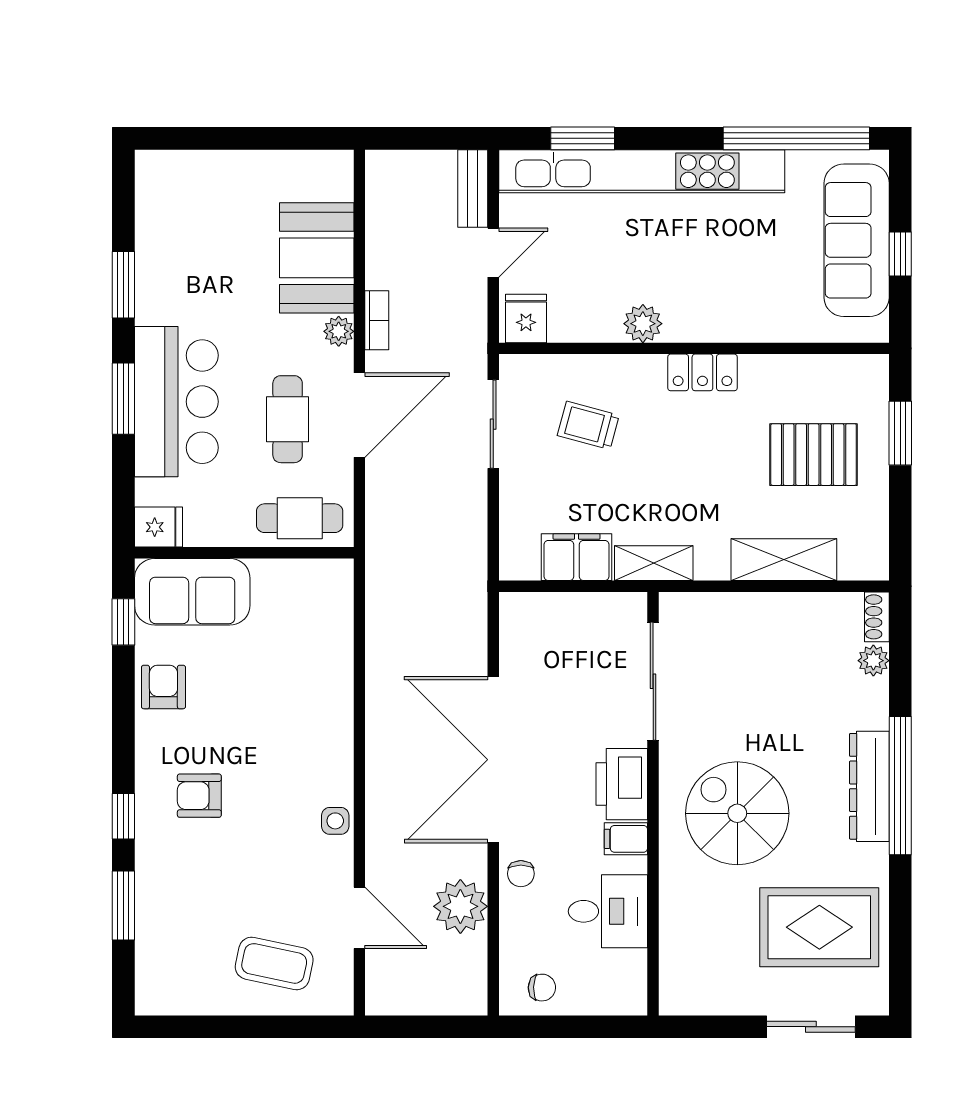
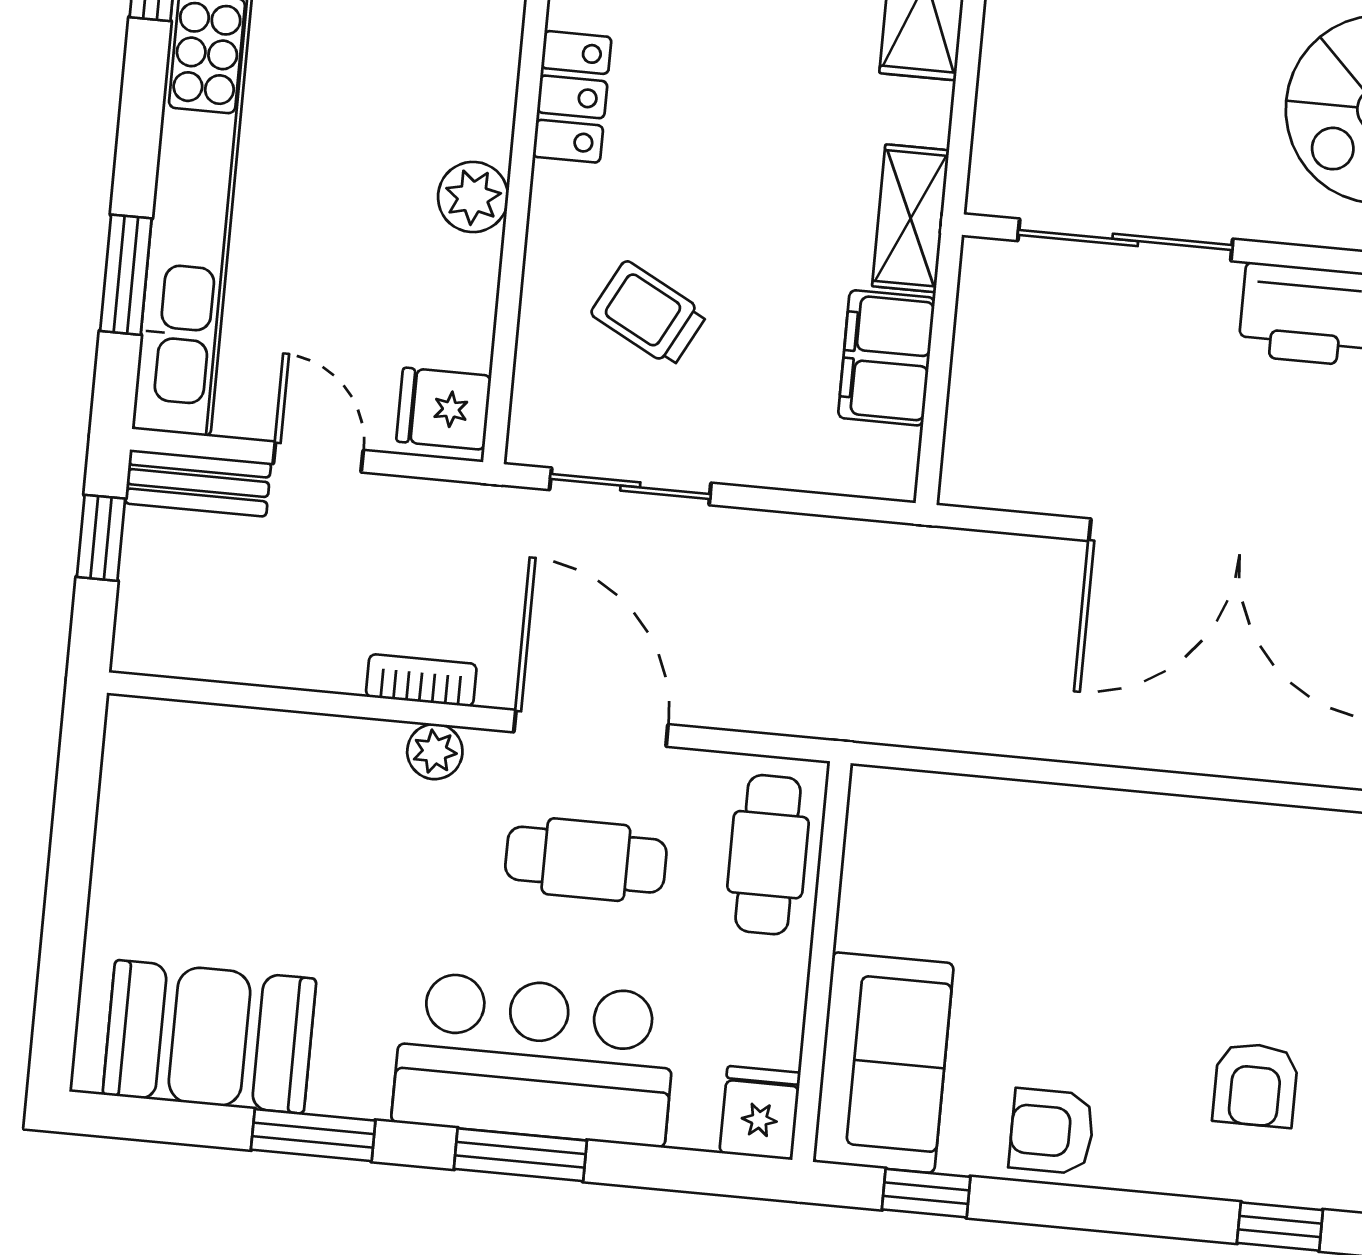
window: (438, 138) -> (101, 538), added
booth: (317, 258) -> (209, 1037), moved
trolley: (588, 425) -> (649, 314), turned 103
side table: (335, 821) -> (1325, 842), removed

